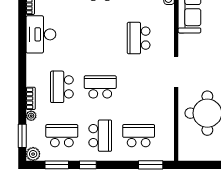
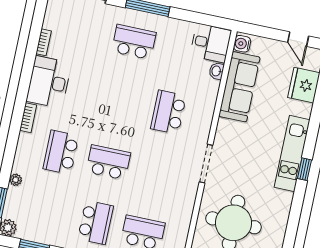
bookcase: (31, 98) -> (28, 118), moved
school desk: (62, 136) -> (48, 212), removed

